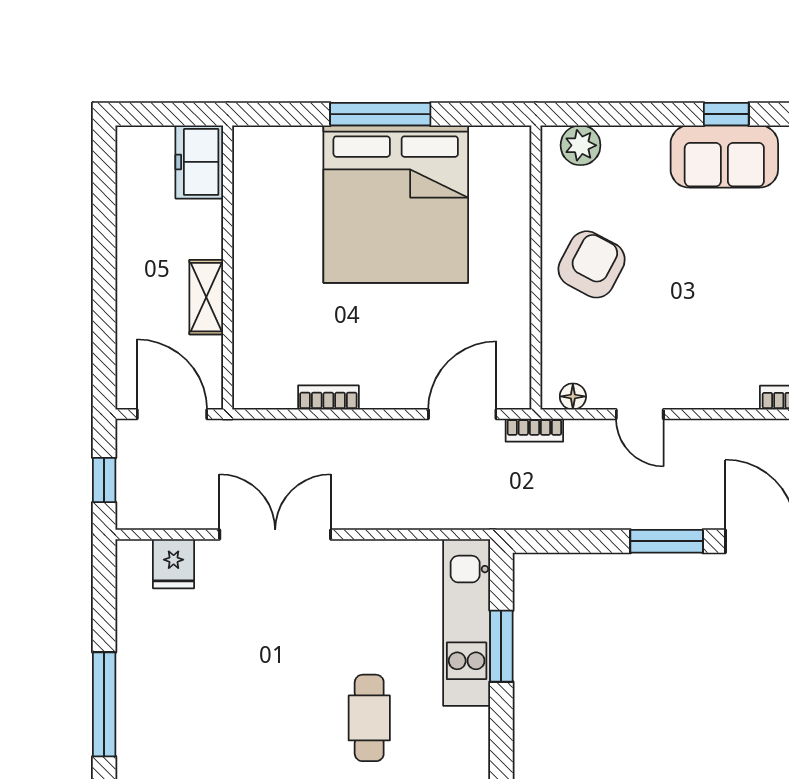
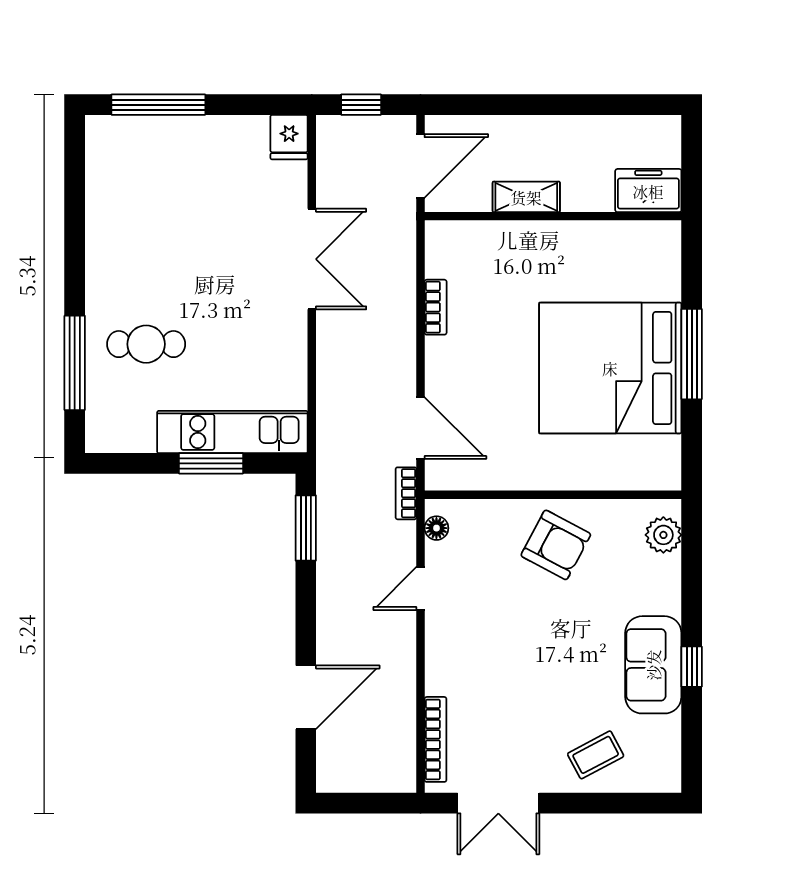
window: (667, 541) -> (306, 528), moved
fridge: (174, 564) -> (289, 137), moved, turned -90

